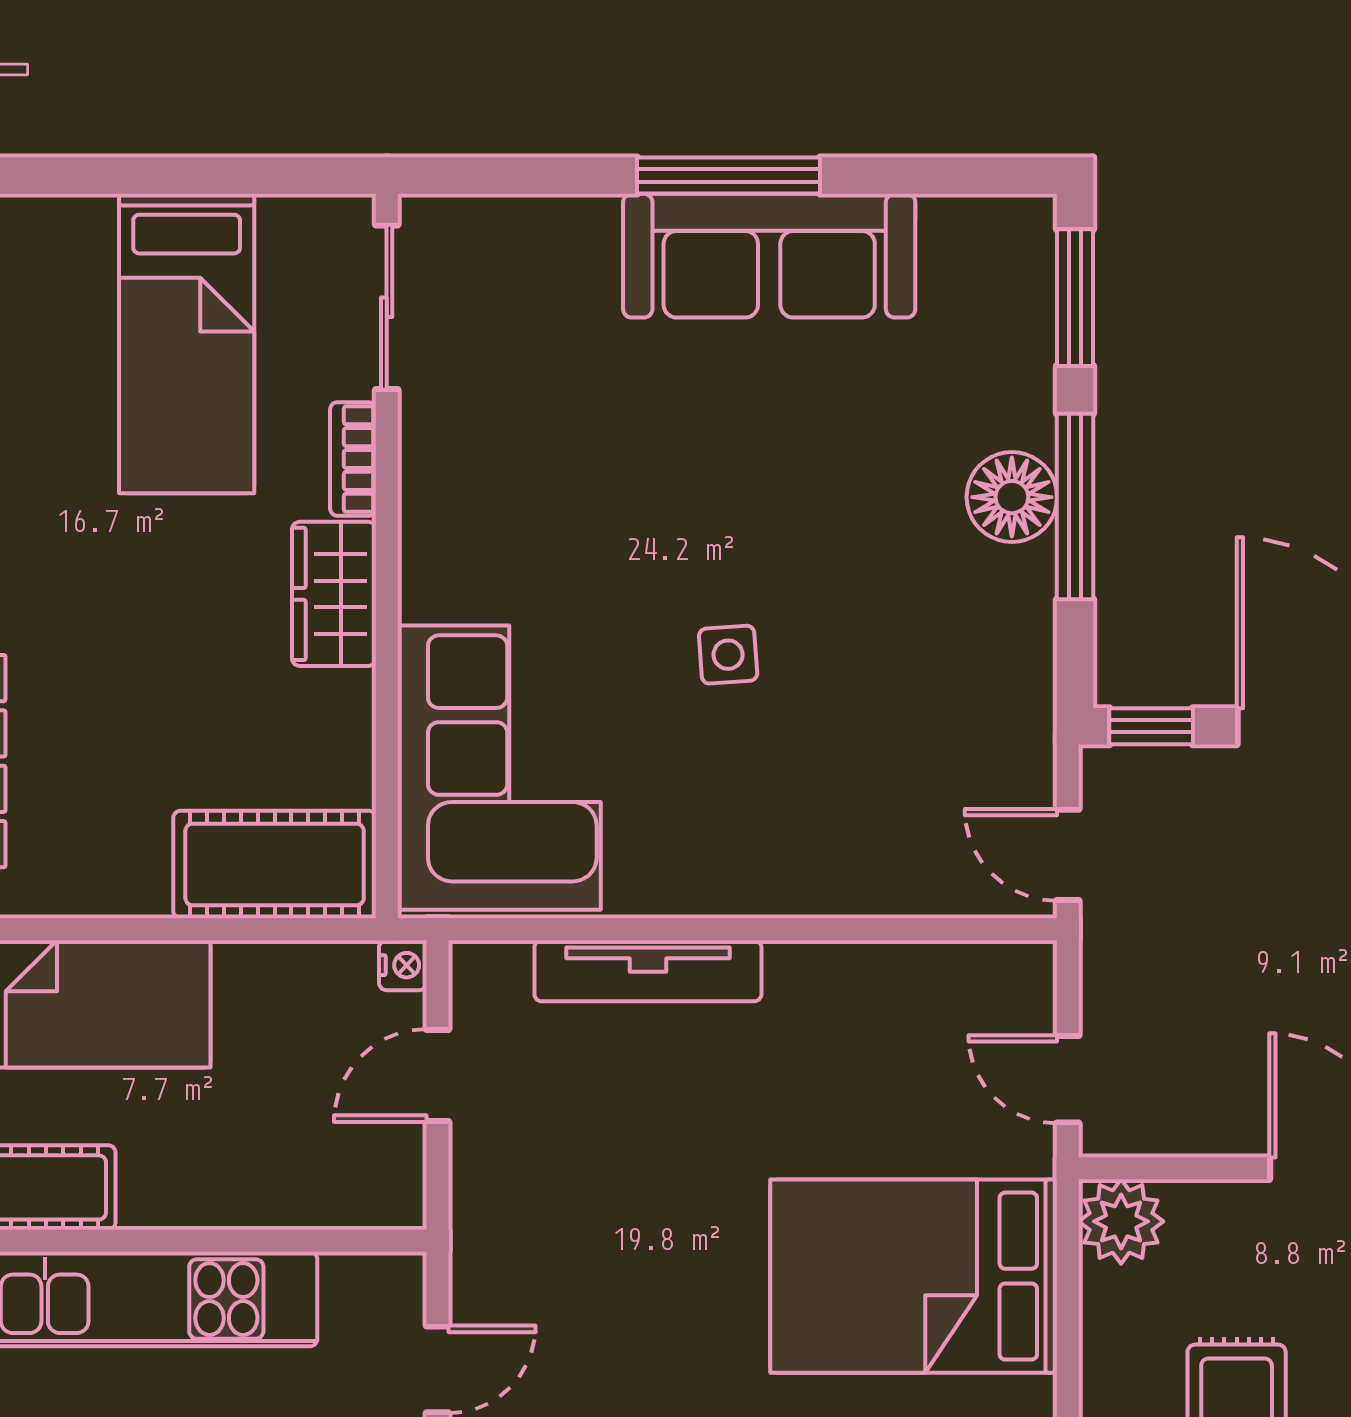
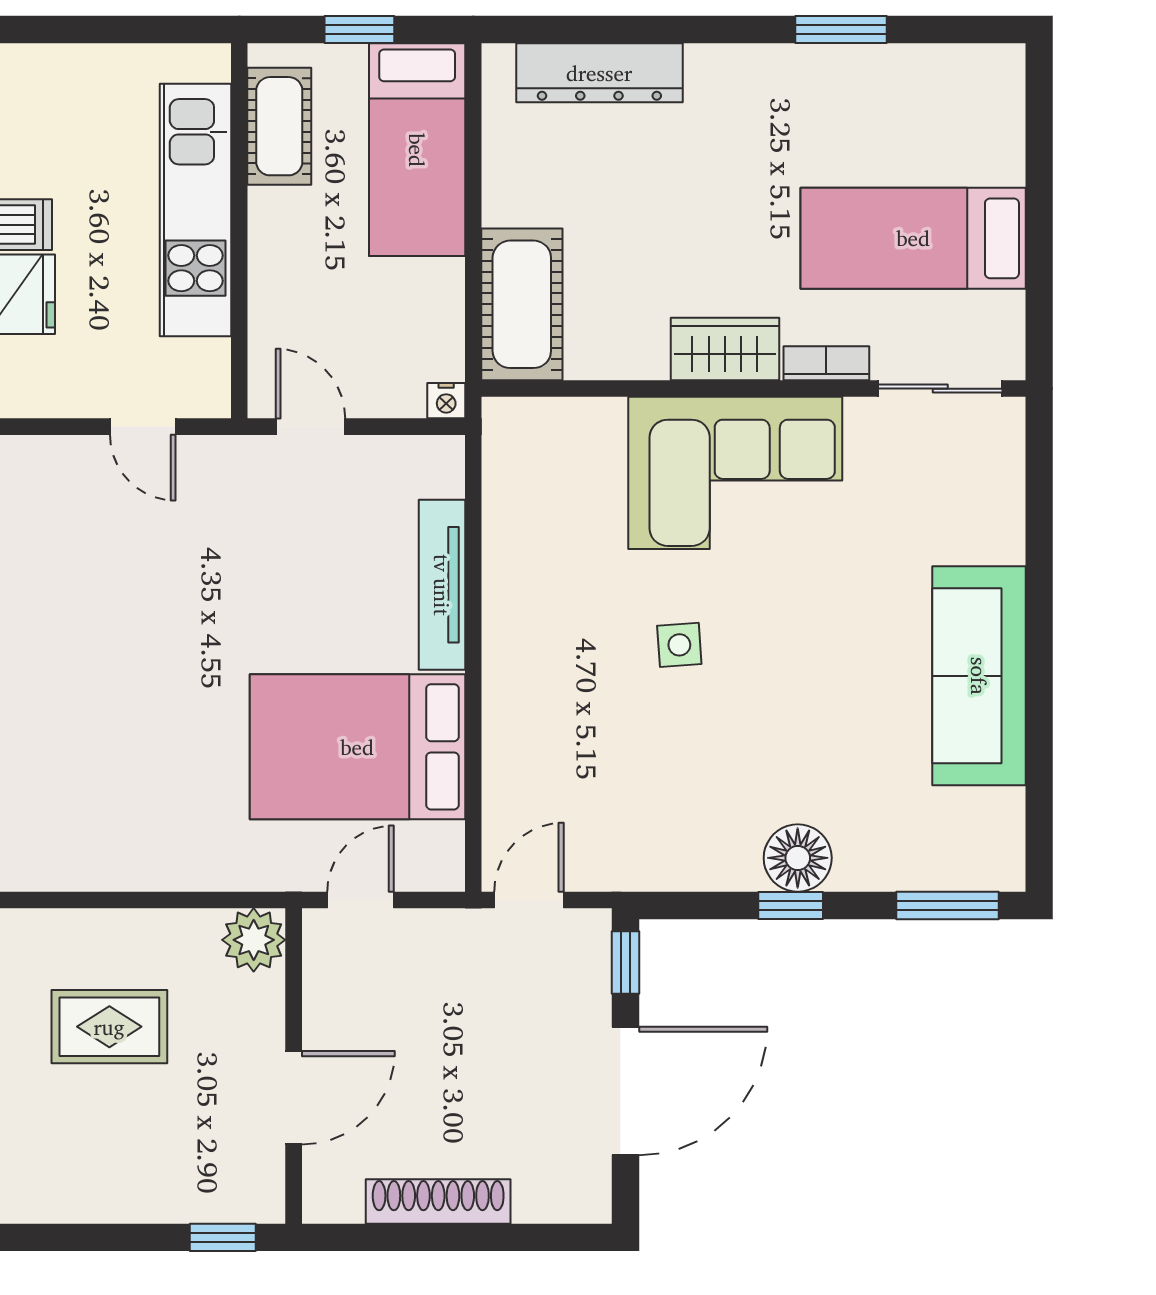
window: (728, 176) -> (1039, 645), removed
window: (1075, 507) -> (791, 905), width x0.46
corner sofa: (499, 768) -> (735, 473), moved
door: (437, 1075) -> (311, 427), moved
bed: (914, 1276) -> (357, 747), moved, turned -90

